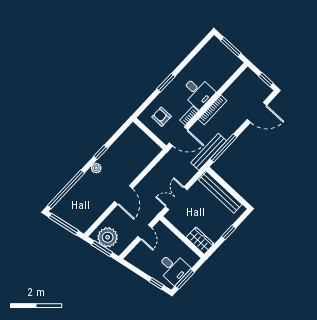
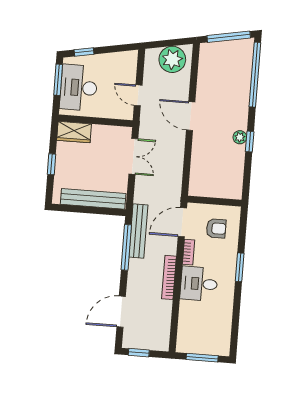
plant: (96, 168) -> (240, 137), moved
window: (102, 249) -> (169, 43), removed
desk: (173, 268) -> (79, 88), width x1.37

